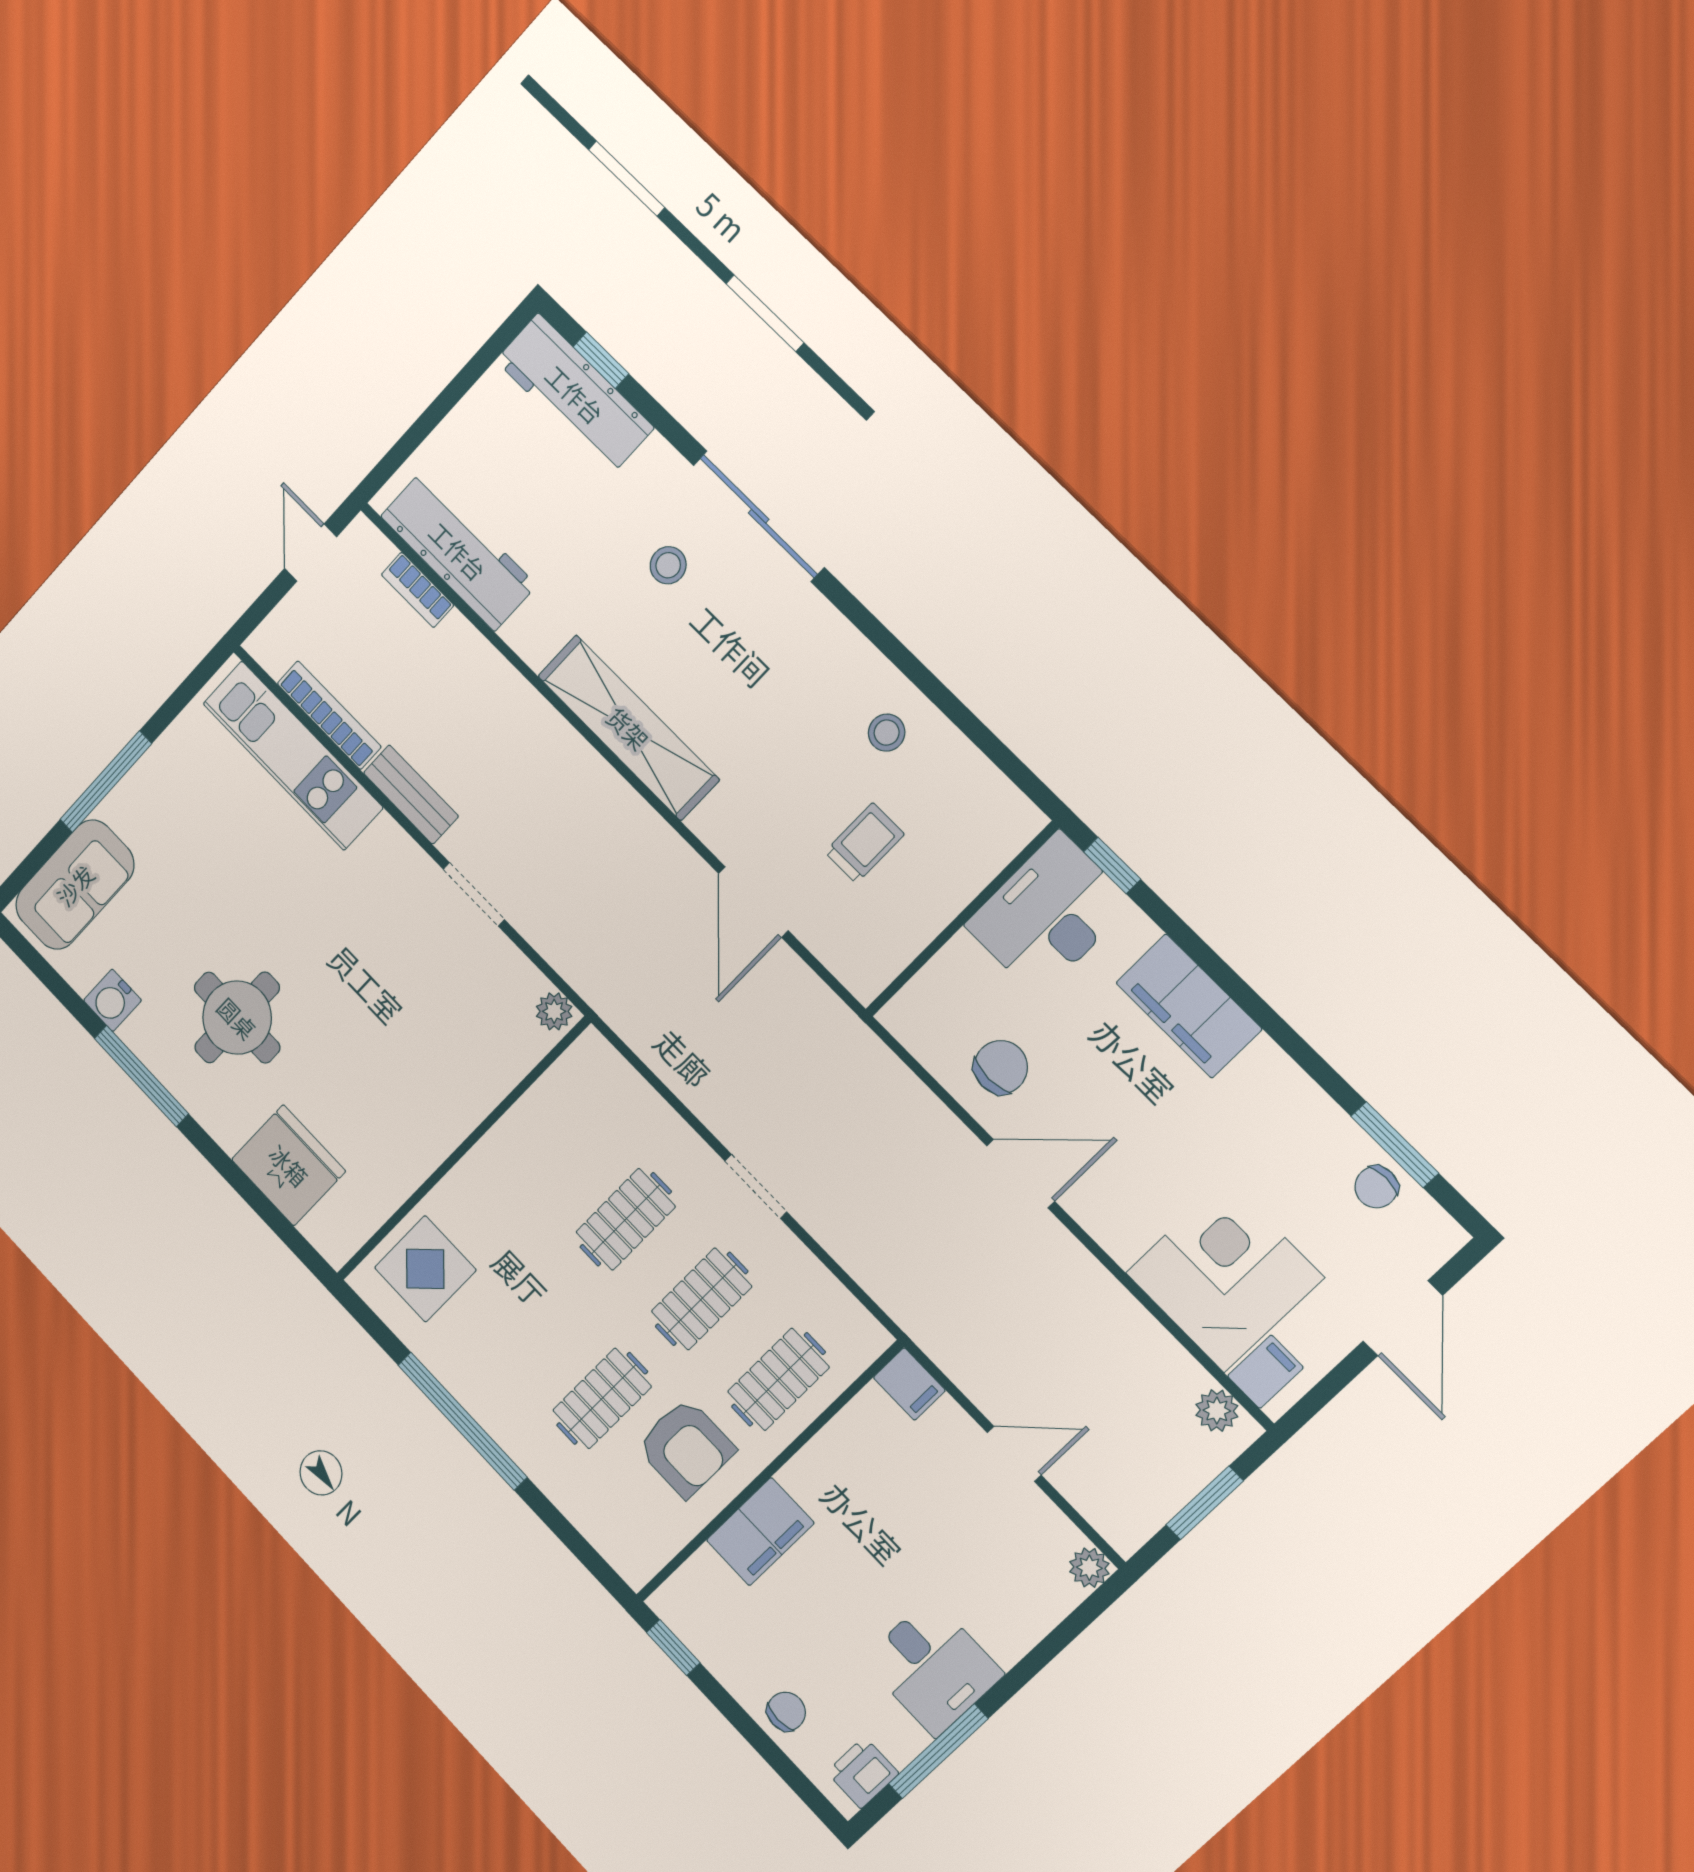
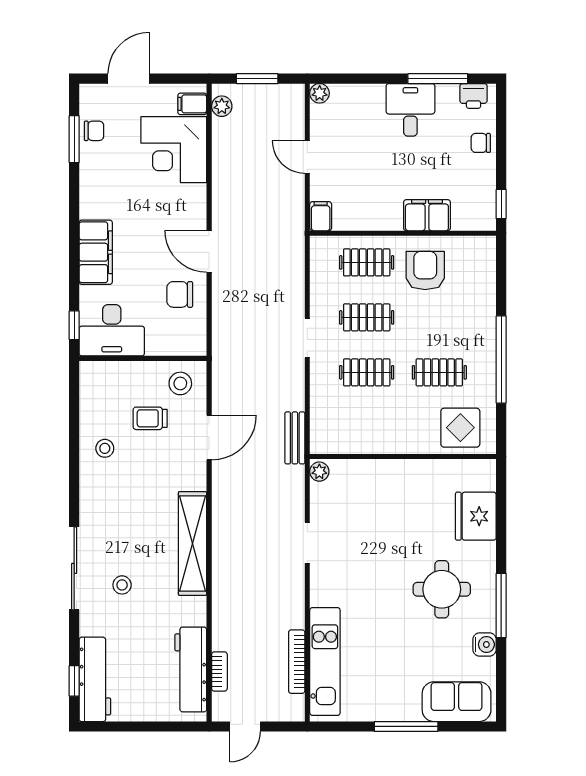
bench: (411, 794) -> (295, 438), moved
stool: (871, 938) -> (180, 383), added
clothes rail: (602, 1398) -> (439, 372), moved

